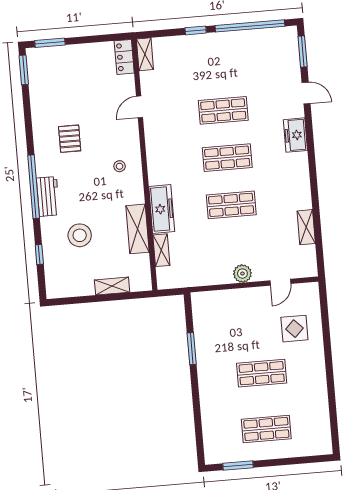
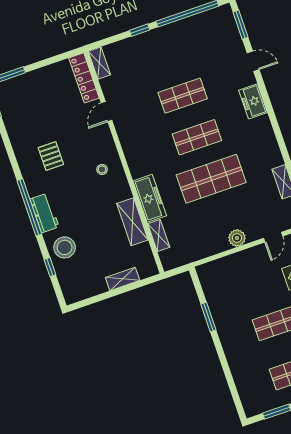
locker: (124, 57) -> (84, 78), width x1.53
shop shelf: (231, 205) -> (211, 179), width x1.43, depth x1.36
stool: (80, 235) -> (65, 247), moved

